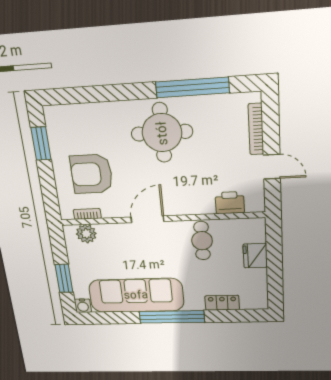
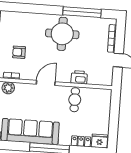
armchair: (92, 174) -> (19, 52), width x0.53, depth x0.53
printer: (230, 203) -> (79, 77), moved
fridge: (255, 256) -> (99, 141), moved, turned 90

